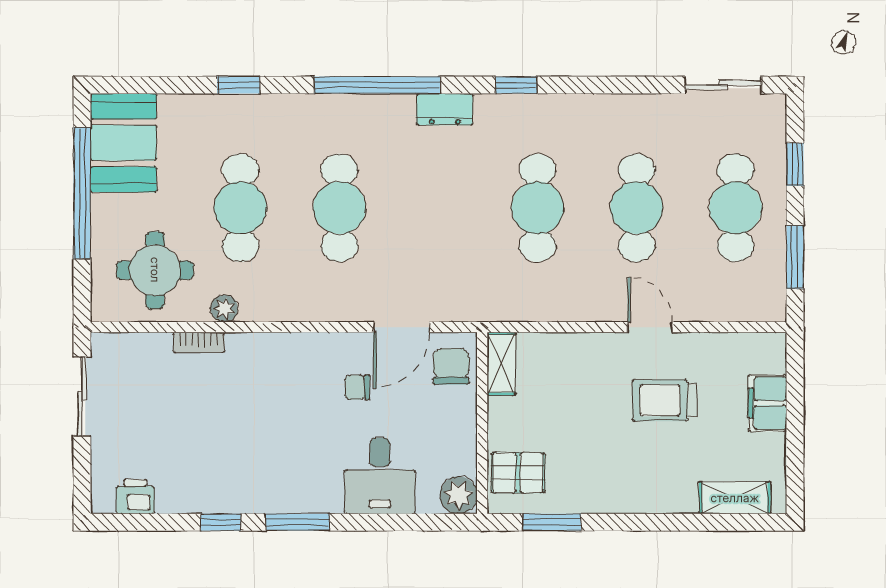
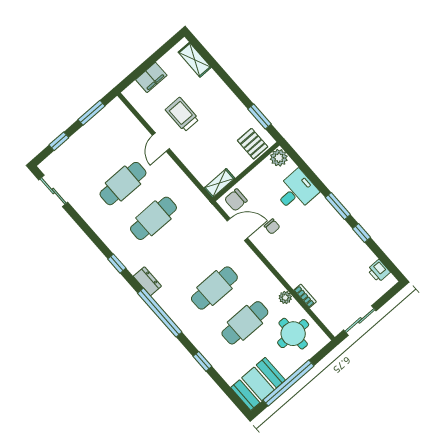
cafe table: (736, 208) -> (93, 149), removed
trolley: (664, 400) -> (182, 114), turned 180

